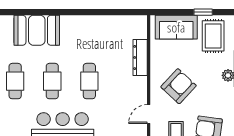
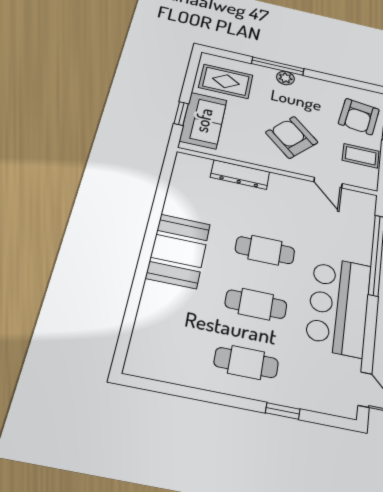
window: (203, 12) -> (181, 113), moved
booth: (37, 30) -> (178, 251), moved

